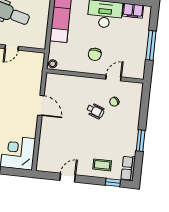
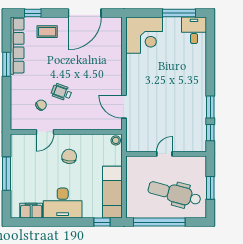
door: (41, 105) -> (124, 107), moved
row of seats: (128, 168) -> (17, 46), width x2.02
door: (68, 178) -> (85, 13), width x1.87

